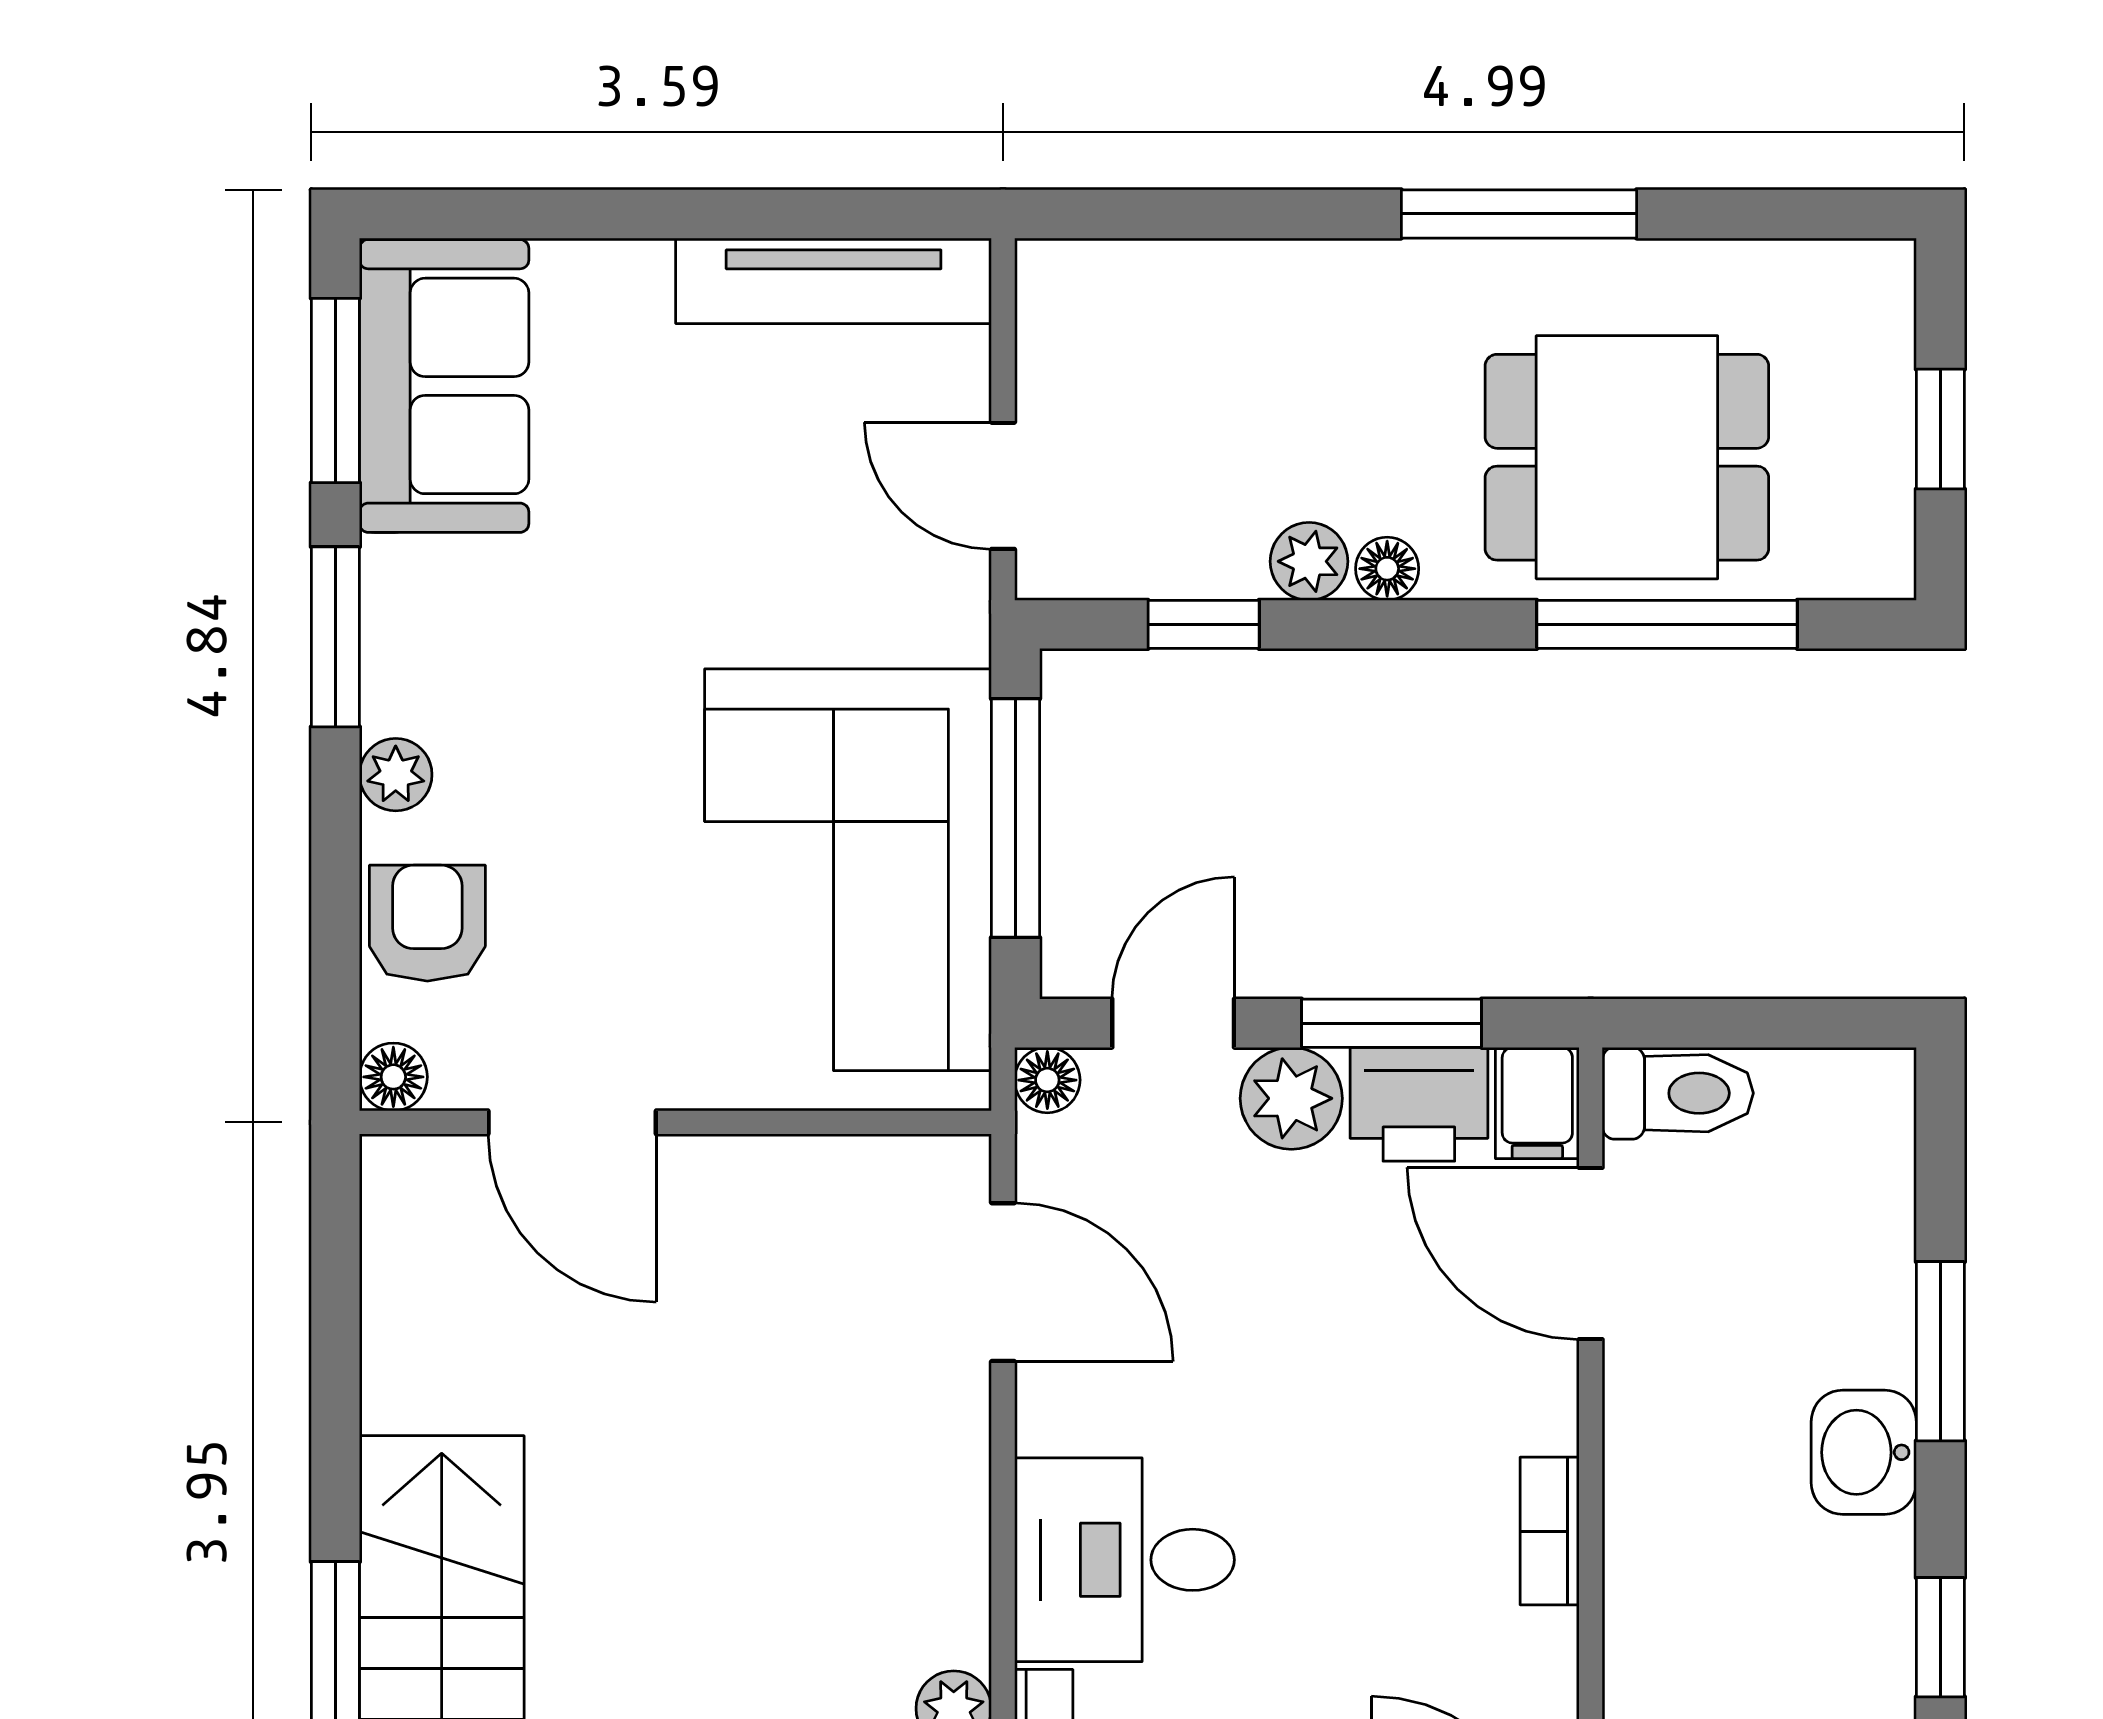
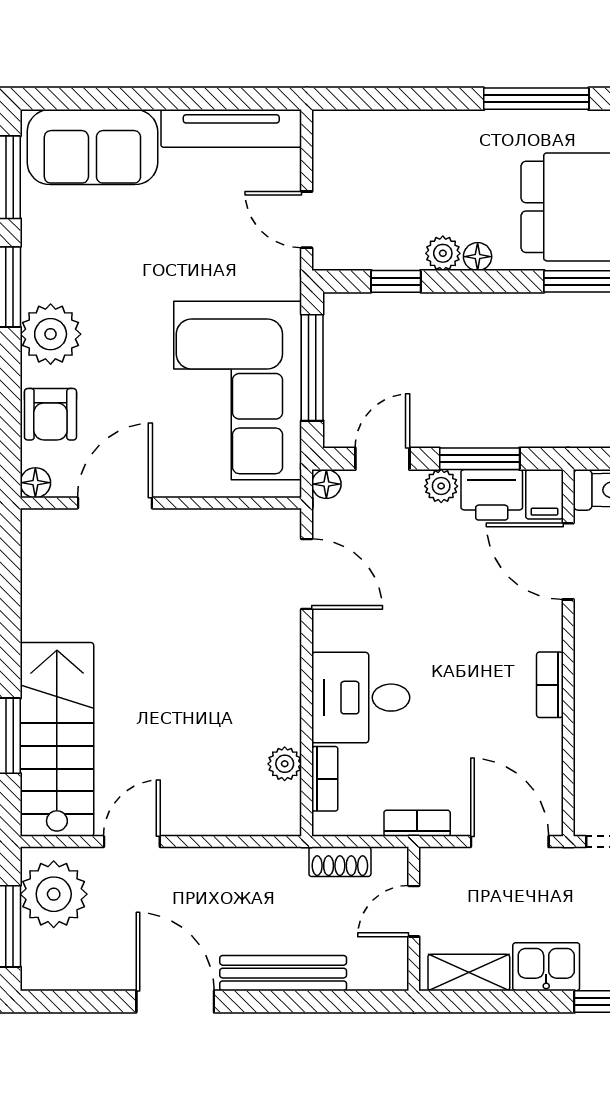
sofa: (444, 386) -> (92, 147), moved, turned 90
plant: (396, 775) -> (51, 334), width x1.87, depth x1.87
armchair: (427, 923) -> (50, 414), turned 180
plant: (1291, 1098) -> (441, 486), width x0.73, depth x0.73
door: (572, 1122) -> (115, 503), swing flipped

